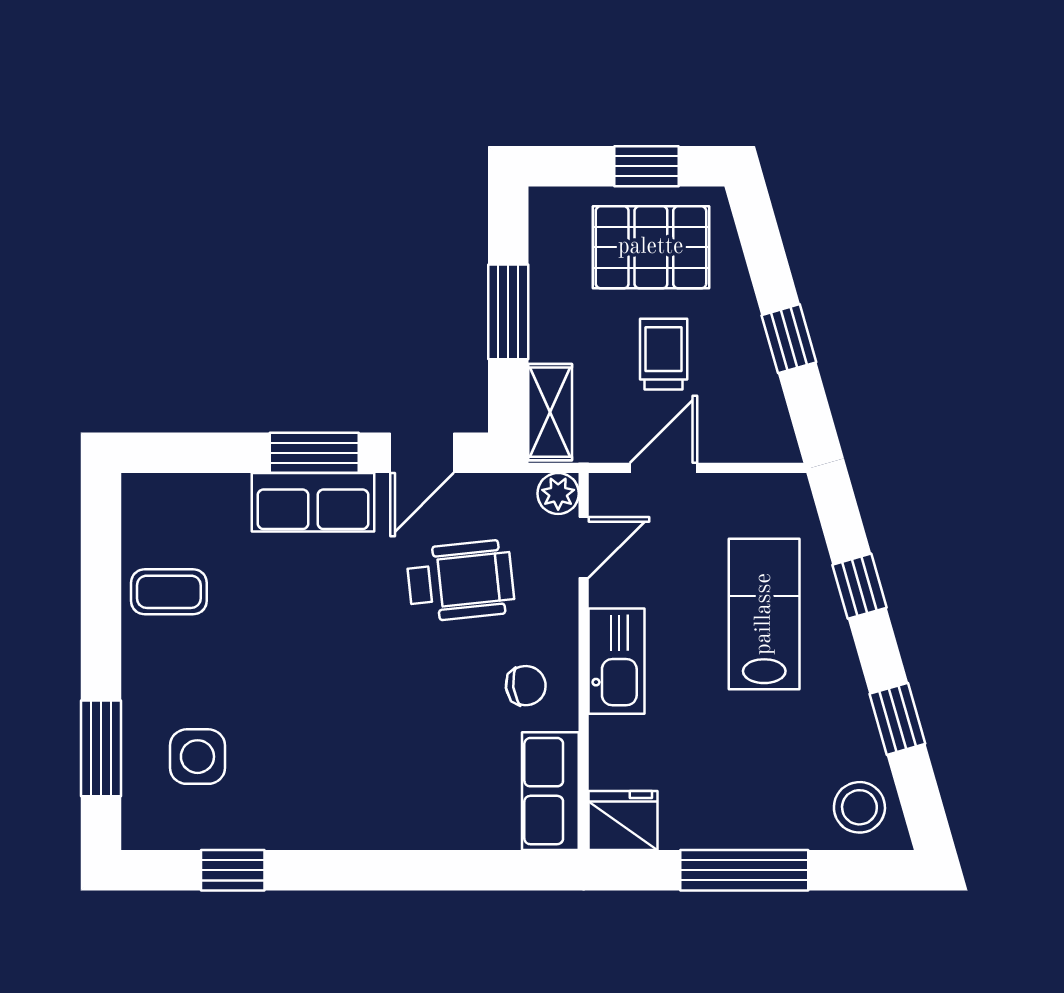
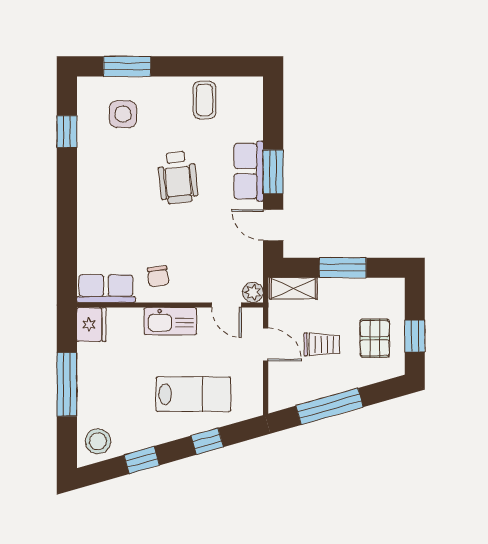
pallet: (651, 247) -> (375, 338), width x0.67, depth x0.71
window: (789, 339) -> (330, 406), width x2.17
wheelchair: (461, 581) -> (178, 178), moved

